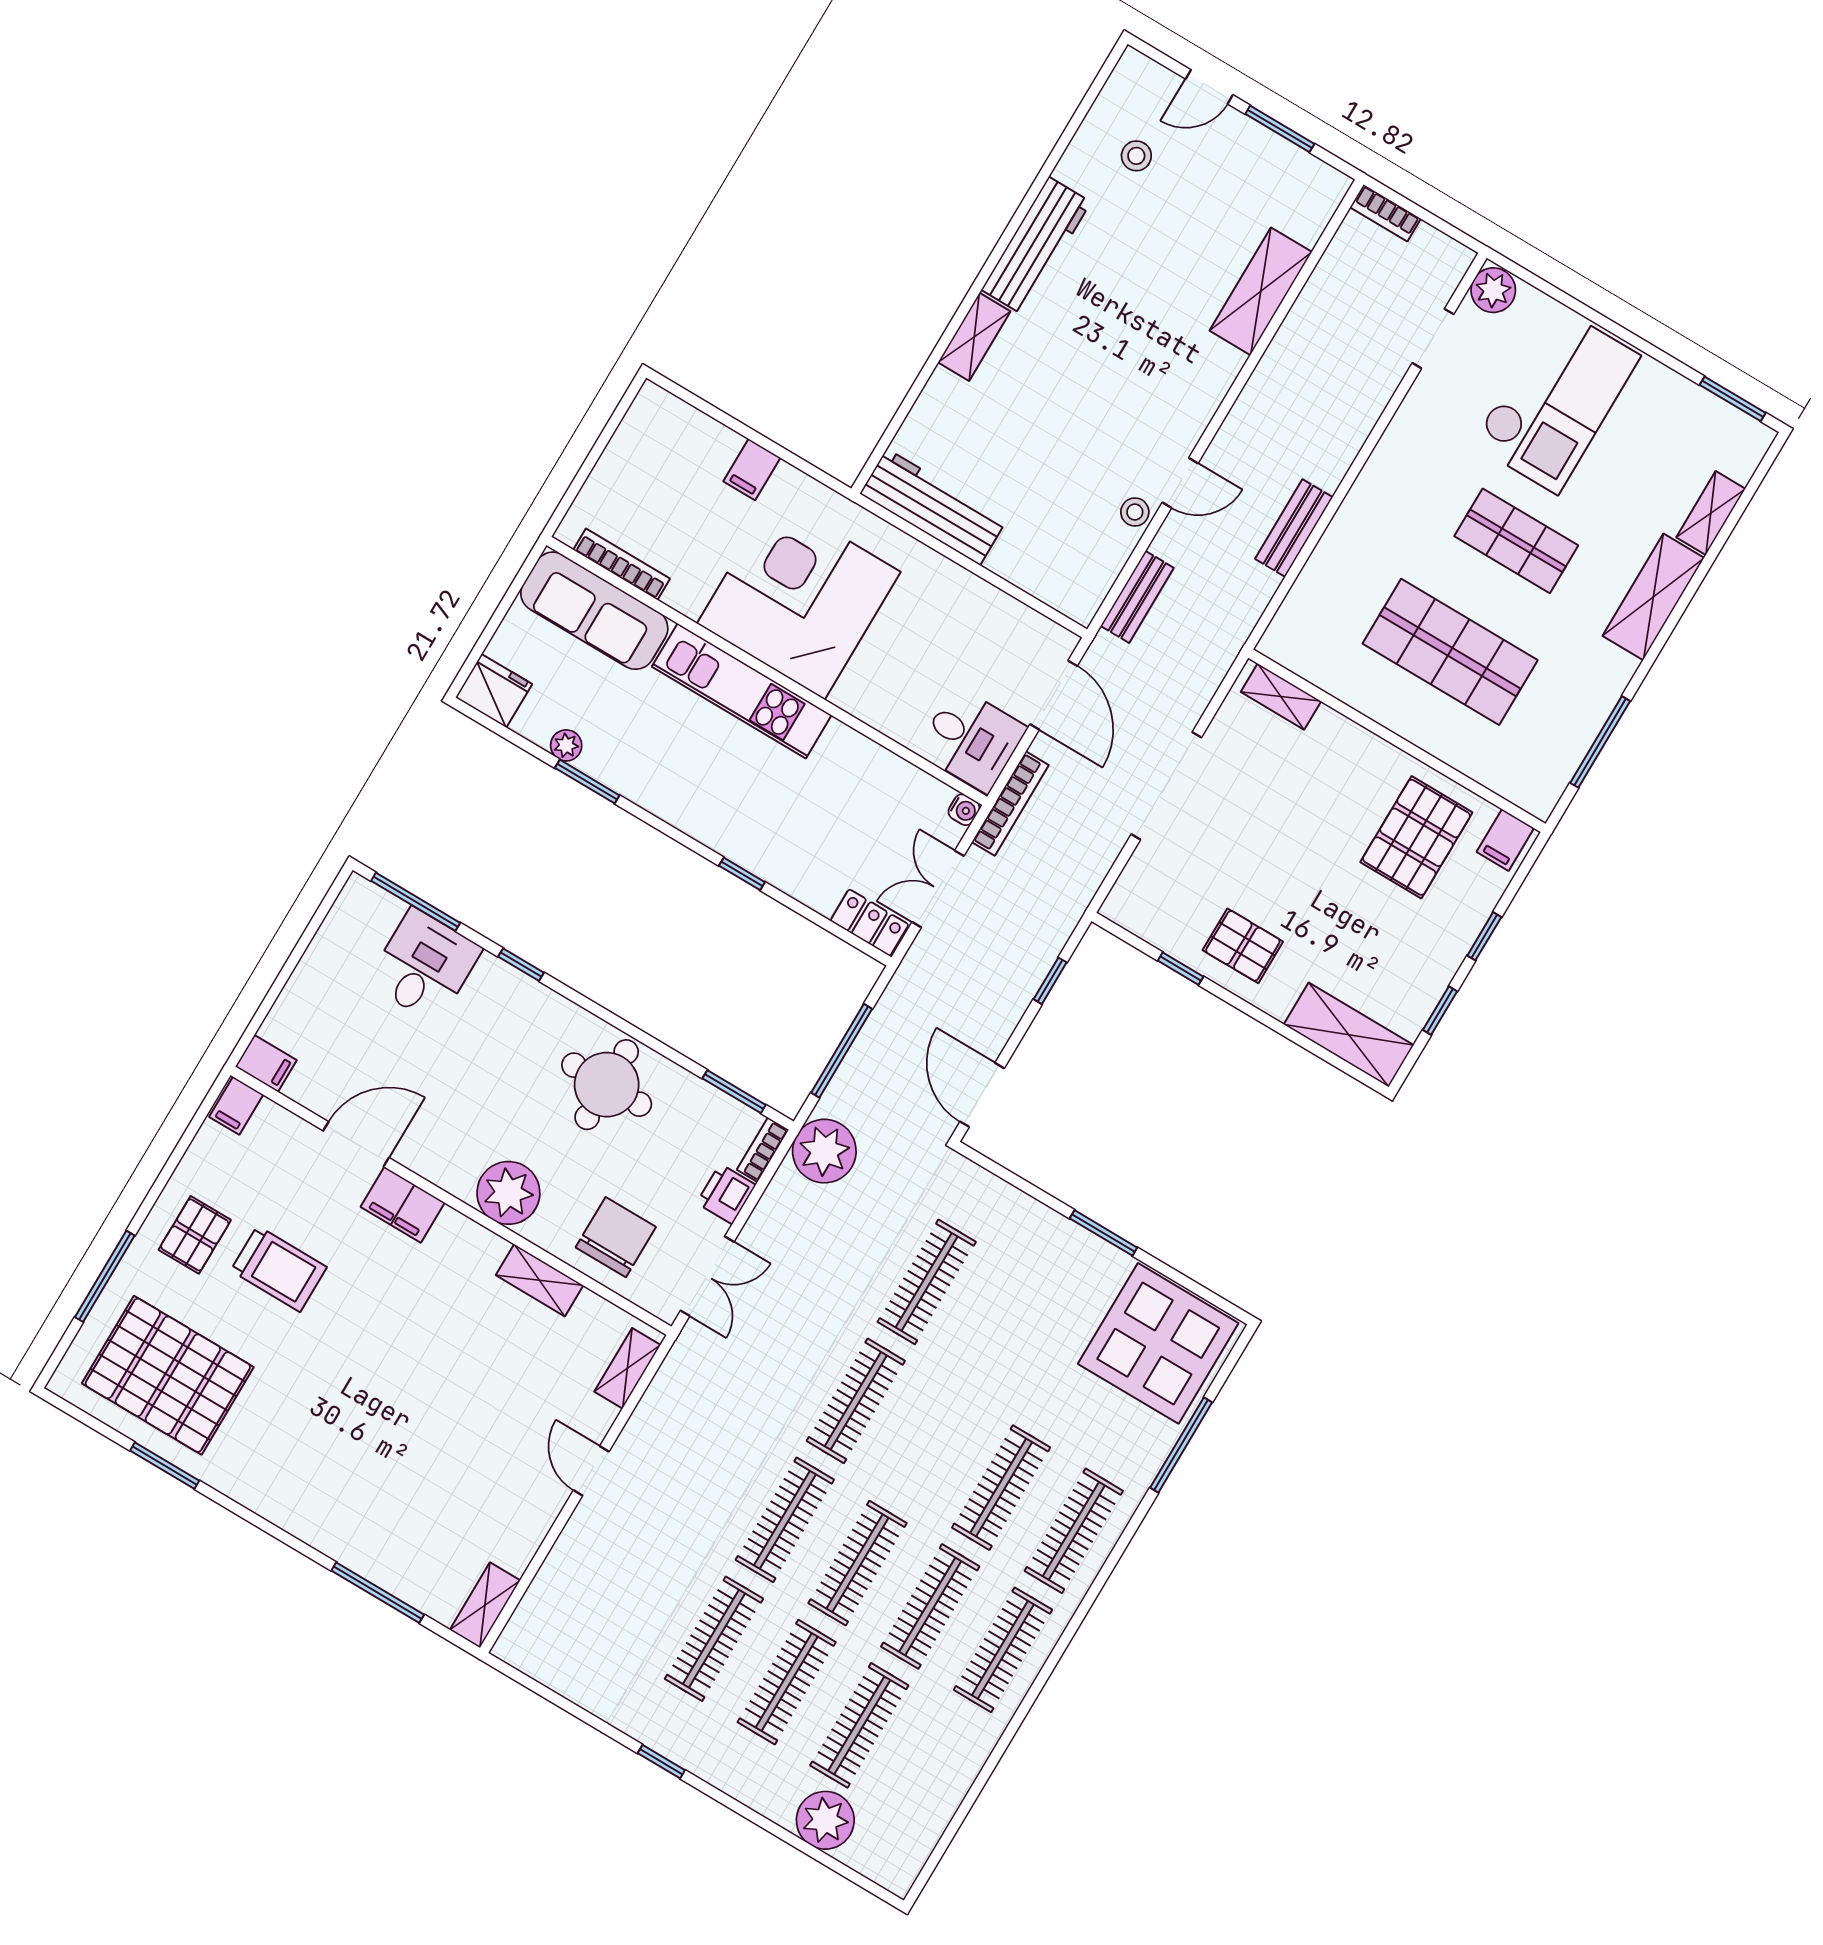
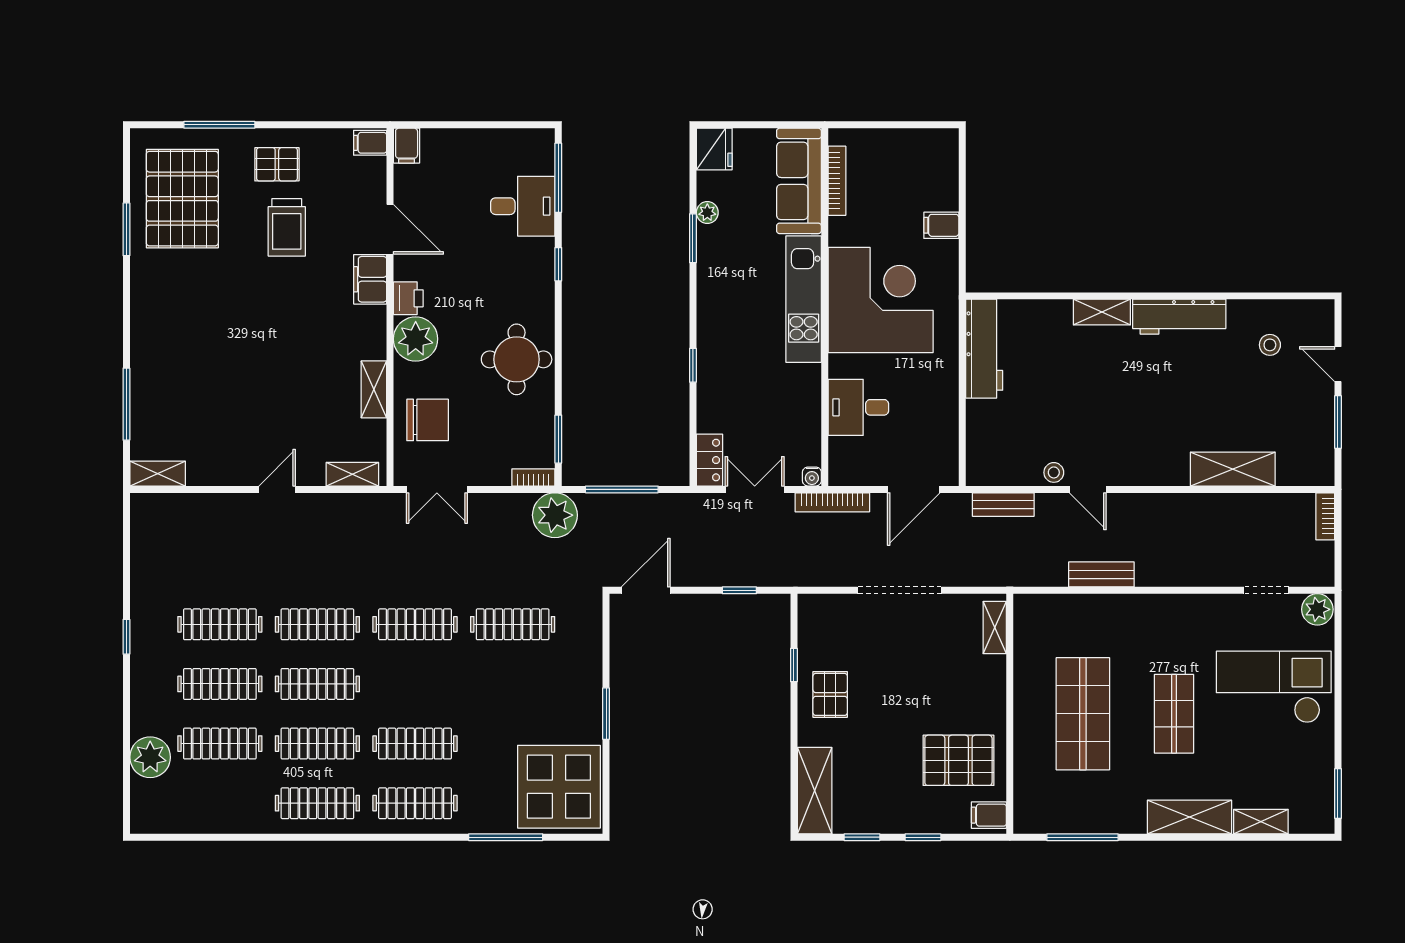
checkout: (1556, 400) -> (1274, 687), turned 180
desk: (972, 740) -> (858, 407), moved, turned 90
printer: (726, 1194) -> (408, 298), moved, turned 90

